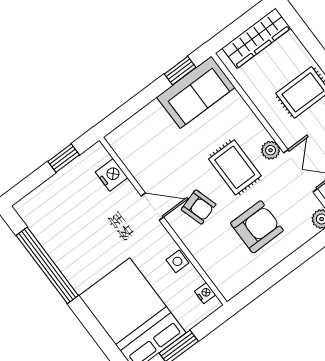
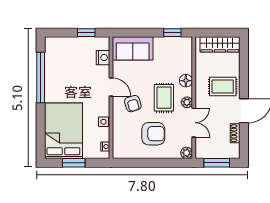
sofa: (196, 92) -> (133, 48), moved
floor lamp: (247, 122) -> (186, 81), added

